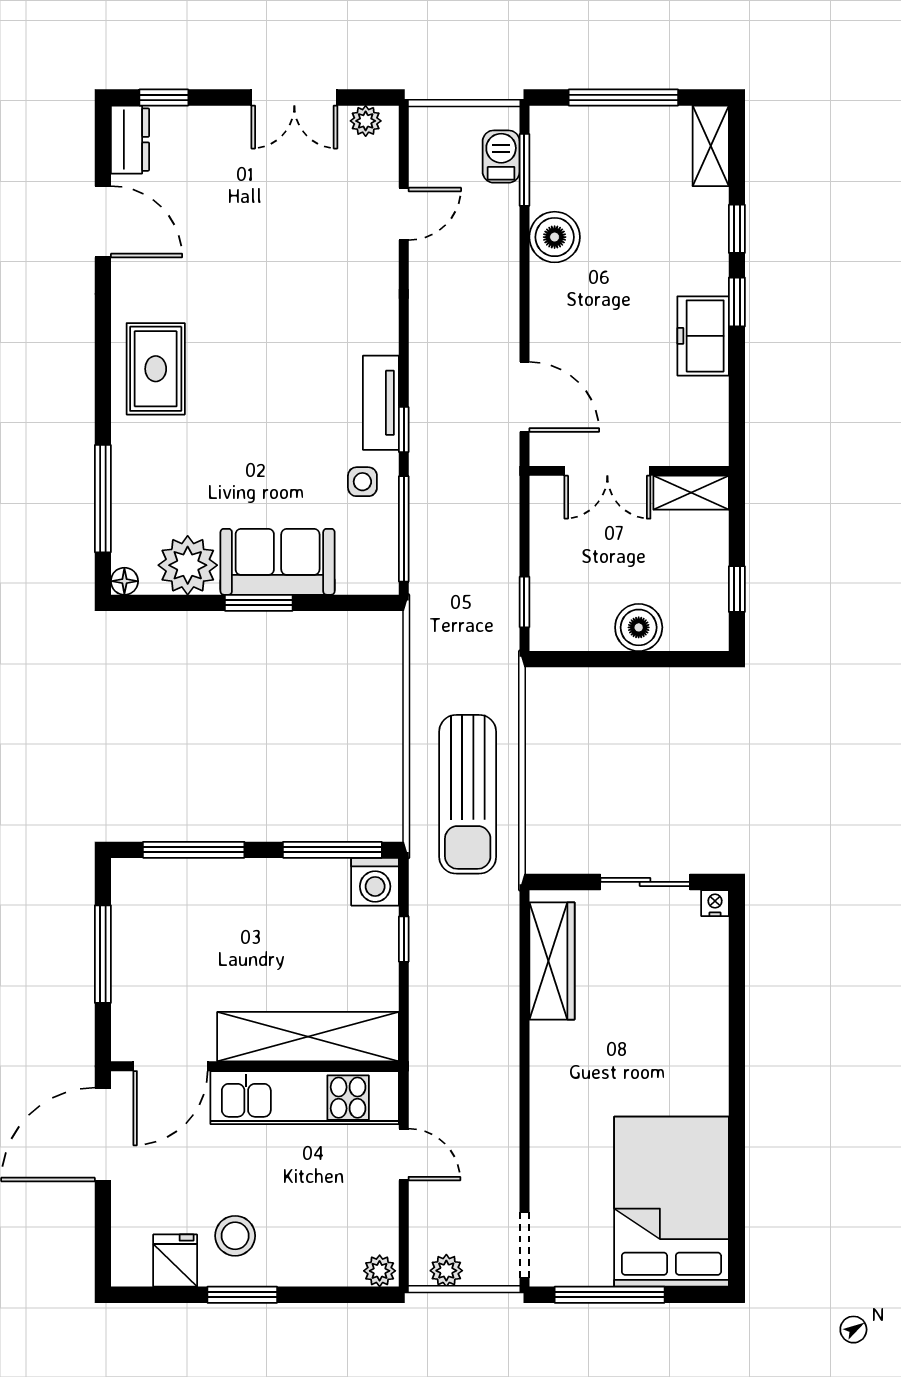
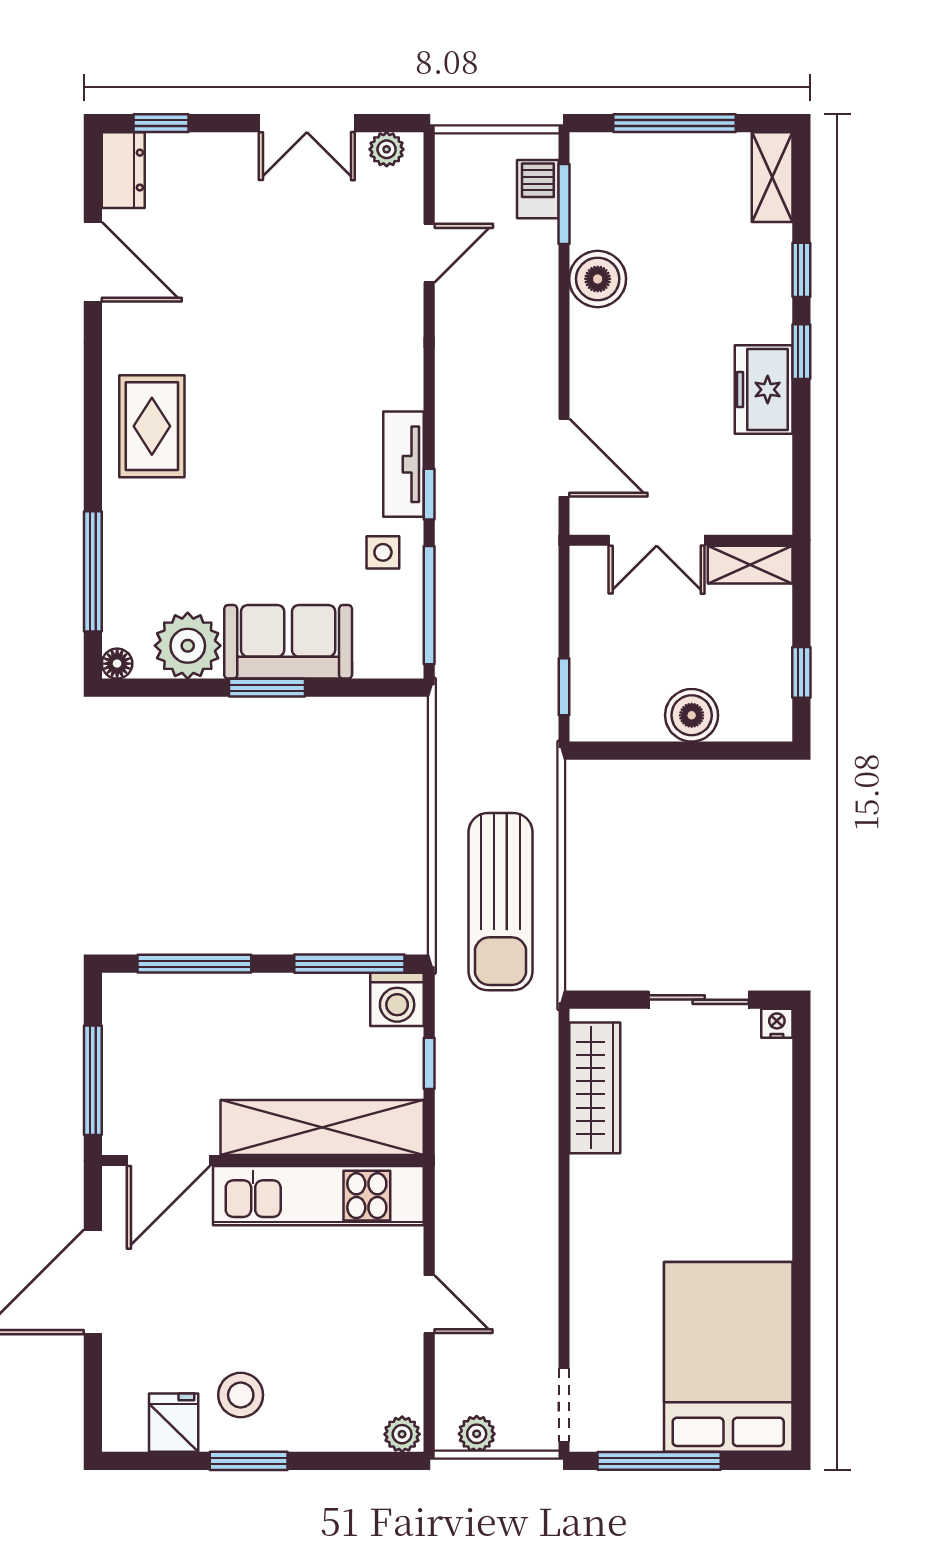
shelving: (308, 1037) -> (322, 1128), moved
door: (170, 1066) -> (168, 1161), moved
wall: (255, 1066) -> (263, 1161), moved
kitchen unit: (305, 1098) -> (318, 1196), moved

